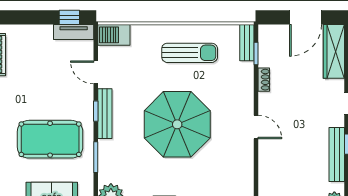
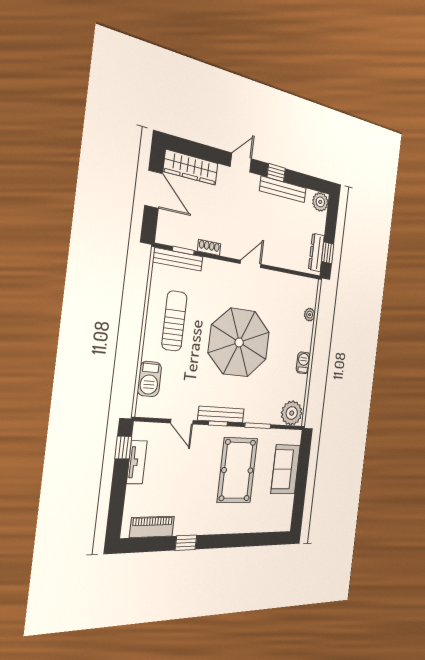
tv unit: (74, 32) -> (137, 462), moved
barbecue: (114, 35) -> (149, 379), moved
bench: (247, 43) -> (178, 259), width x1.36
door: (96, 72) -> (182, 422), hinge flipped

